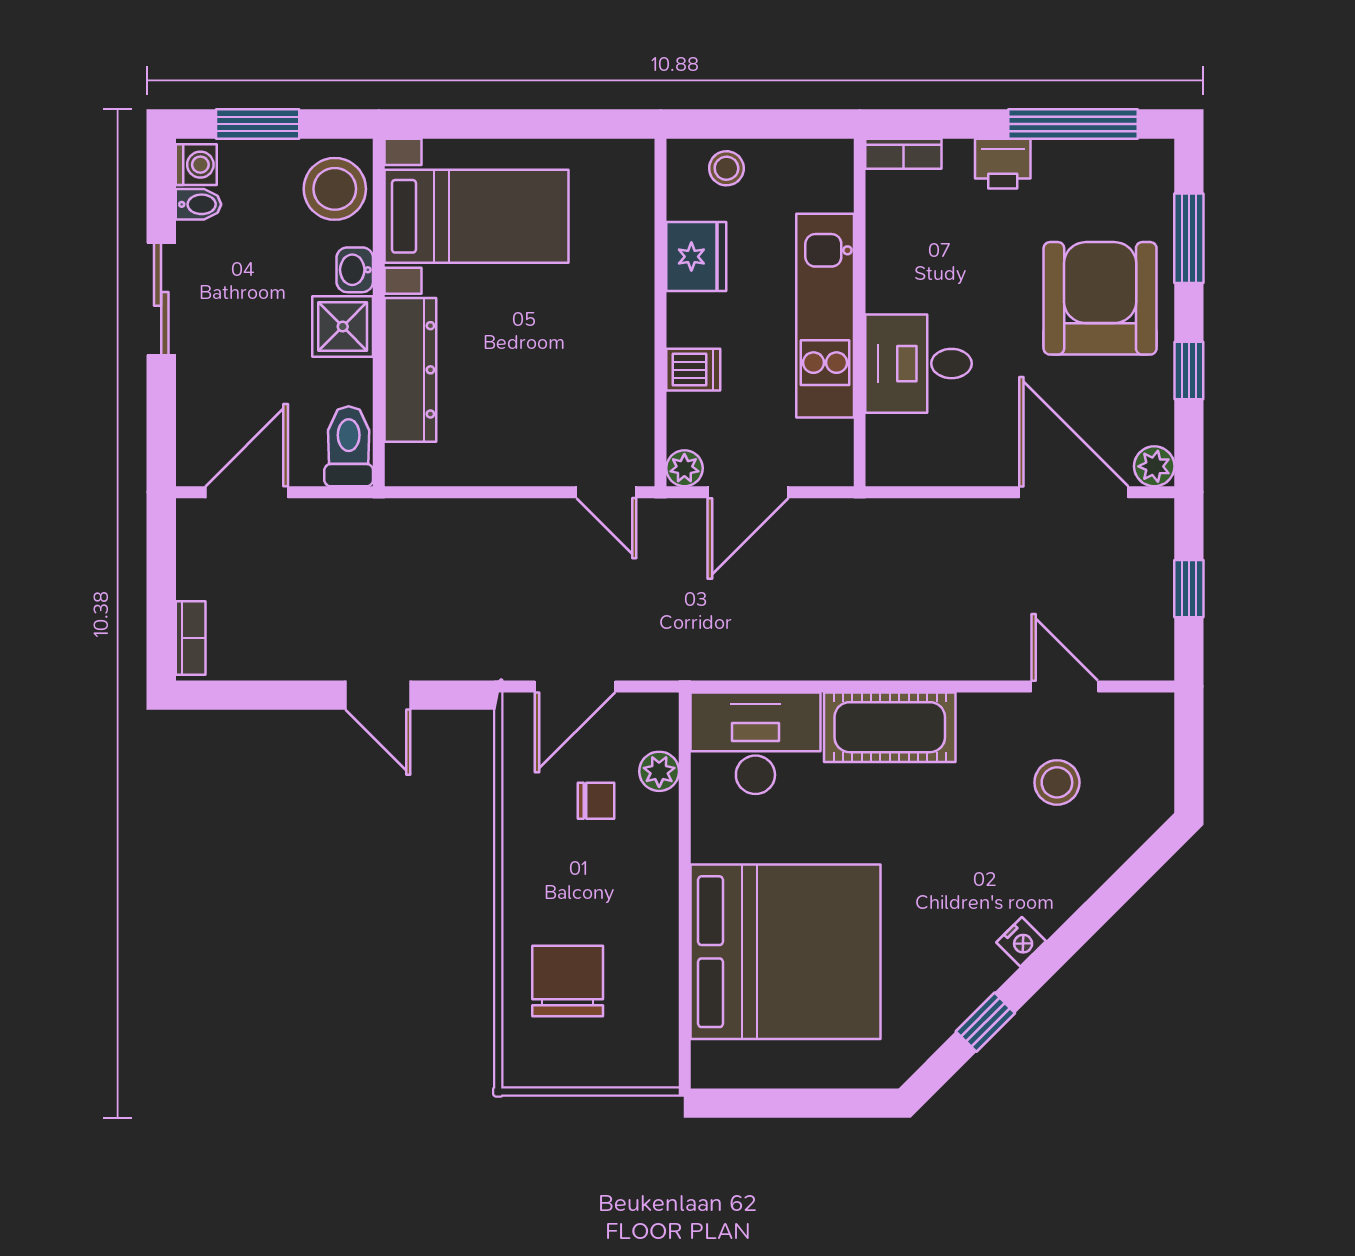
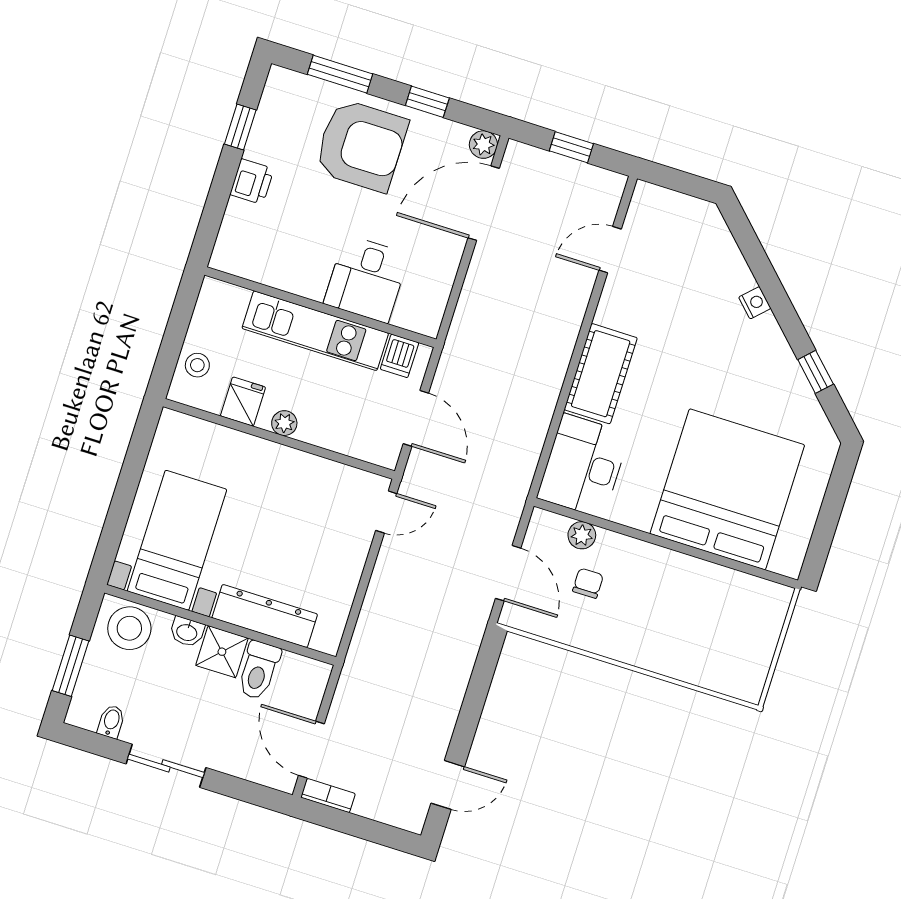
window: (1073, 124) -> (240, 127), width x0.46
bookcase: (903, 154) -> (225, 245), removed
washing machine: (196, 165) -> (84, 715), removed
fridge: (696, 257) -> (243, 402), width x0.72
armchair: (1100, 298) -> (361, 145), turned 180
dishwasher: (693, 370) -> (399, 356), moved, turned 180
toilet: (349, 446) -> (259, 670), moved, turned -90
plant: (684, 468) -> (284, 423), moved
bookcase: (191, 638) -> (328, 796), moved
door: (378, 695) -> (448, 785), moved
stool: (1057, 782) -> (672, 275), removed
nightstand: (1021, 942) -> (755, 303), moved
chair: (568, 981) -> (701, 639), removed

